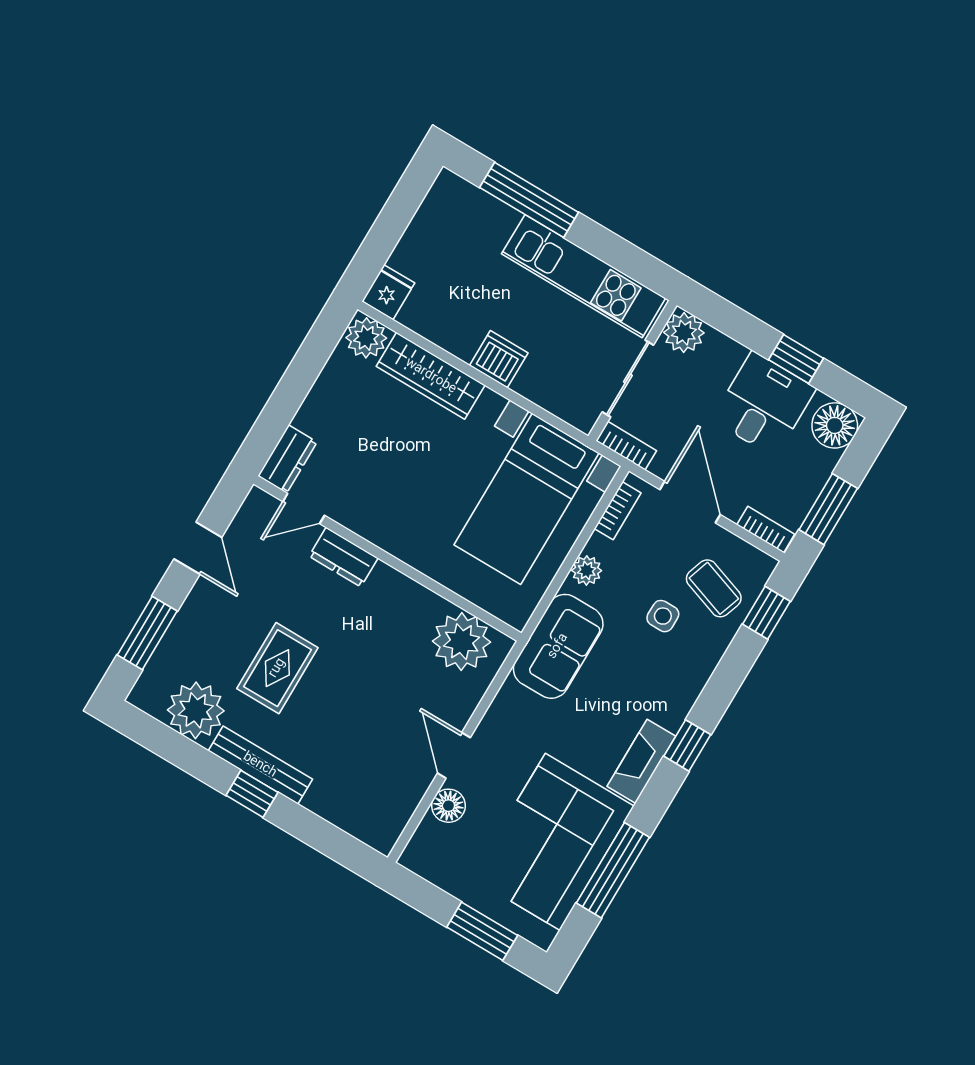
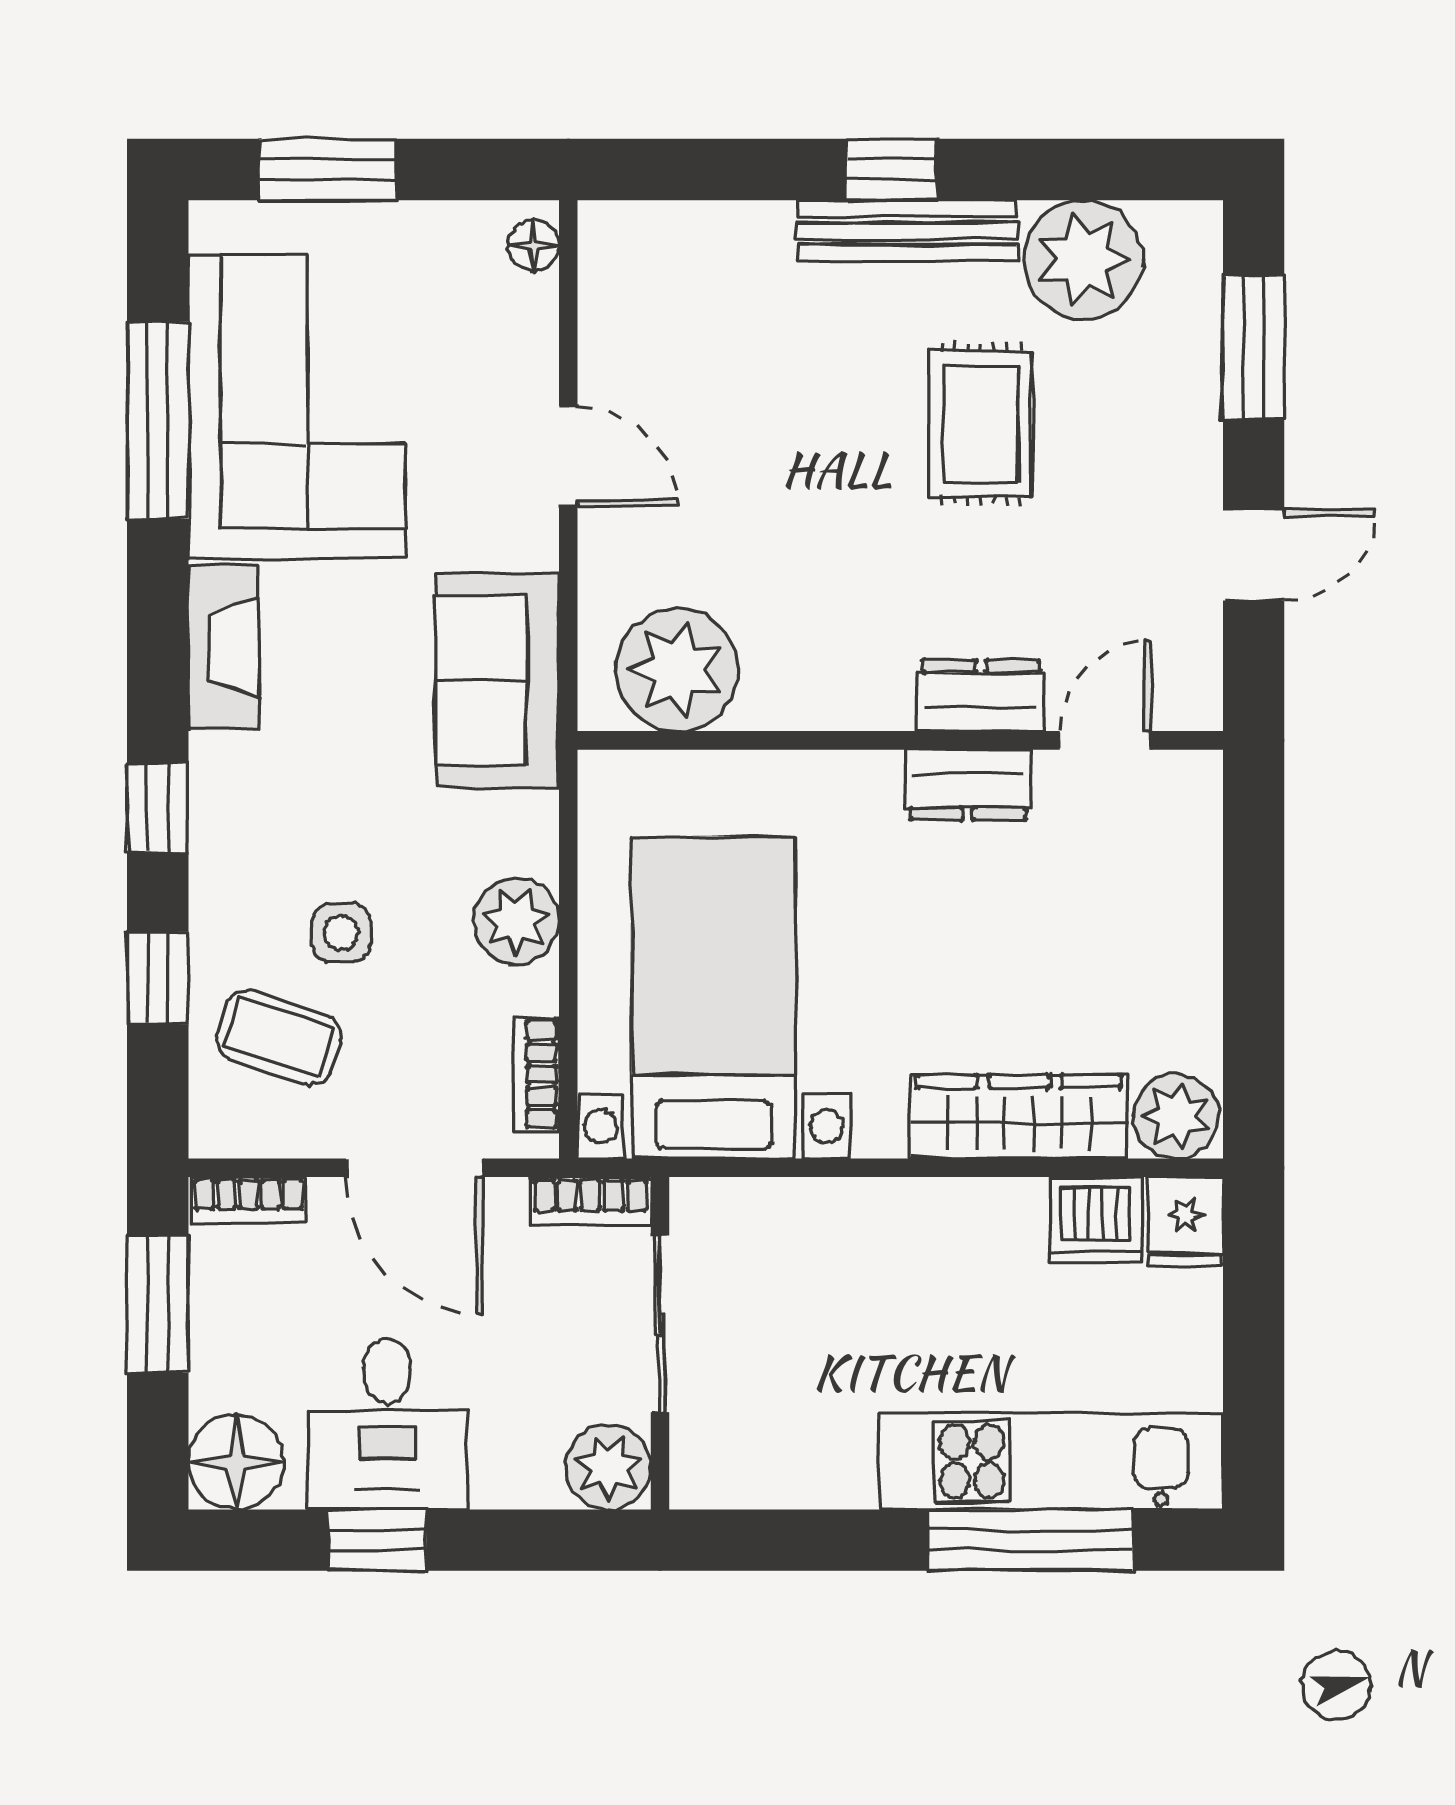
kitchen unit: (584, 276) -> (1051, 1461), moved
dishwasher: (499, 359) -> (1095, 1220), moved
dresser: (288, 459) -> (968, 785), moved, turned -90
door: (198, 548) -> (1254, 555), swing flipped
plant: (587, 570) -> (516, 921), width x1.38, depth x1.38
window: (766, 613) -> (158, 978), moved
sofa: (558, 646) -> (498, 680), moved
window: (687, 745) -> (158, 808), moved
floor lamp: (448, 806) -> (534, 245), moved, width x0.73, depth x0.73

